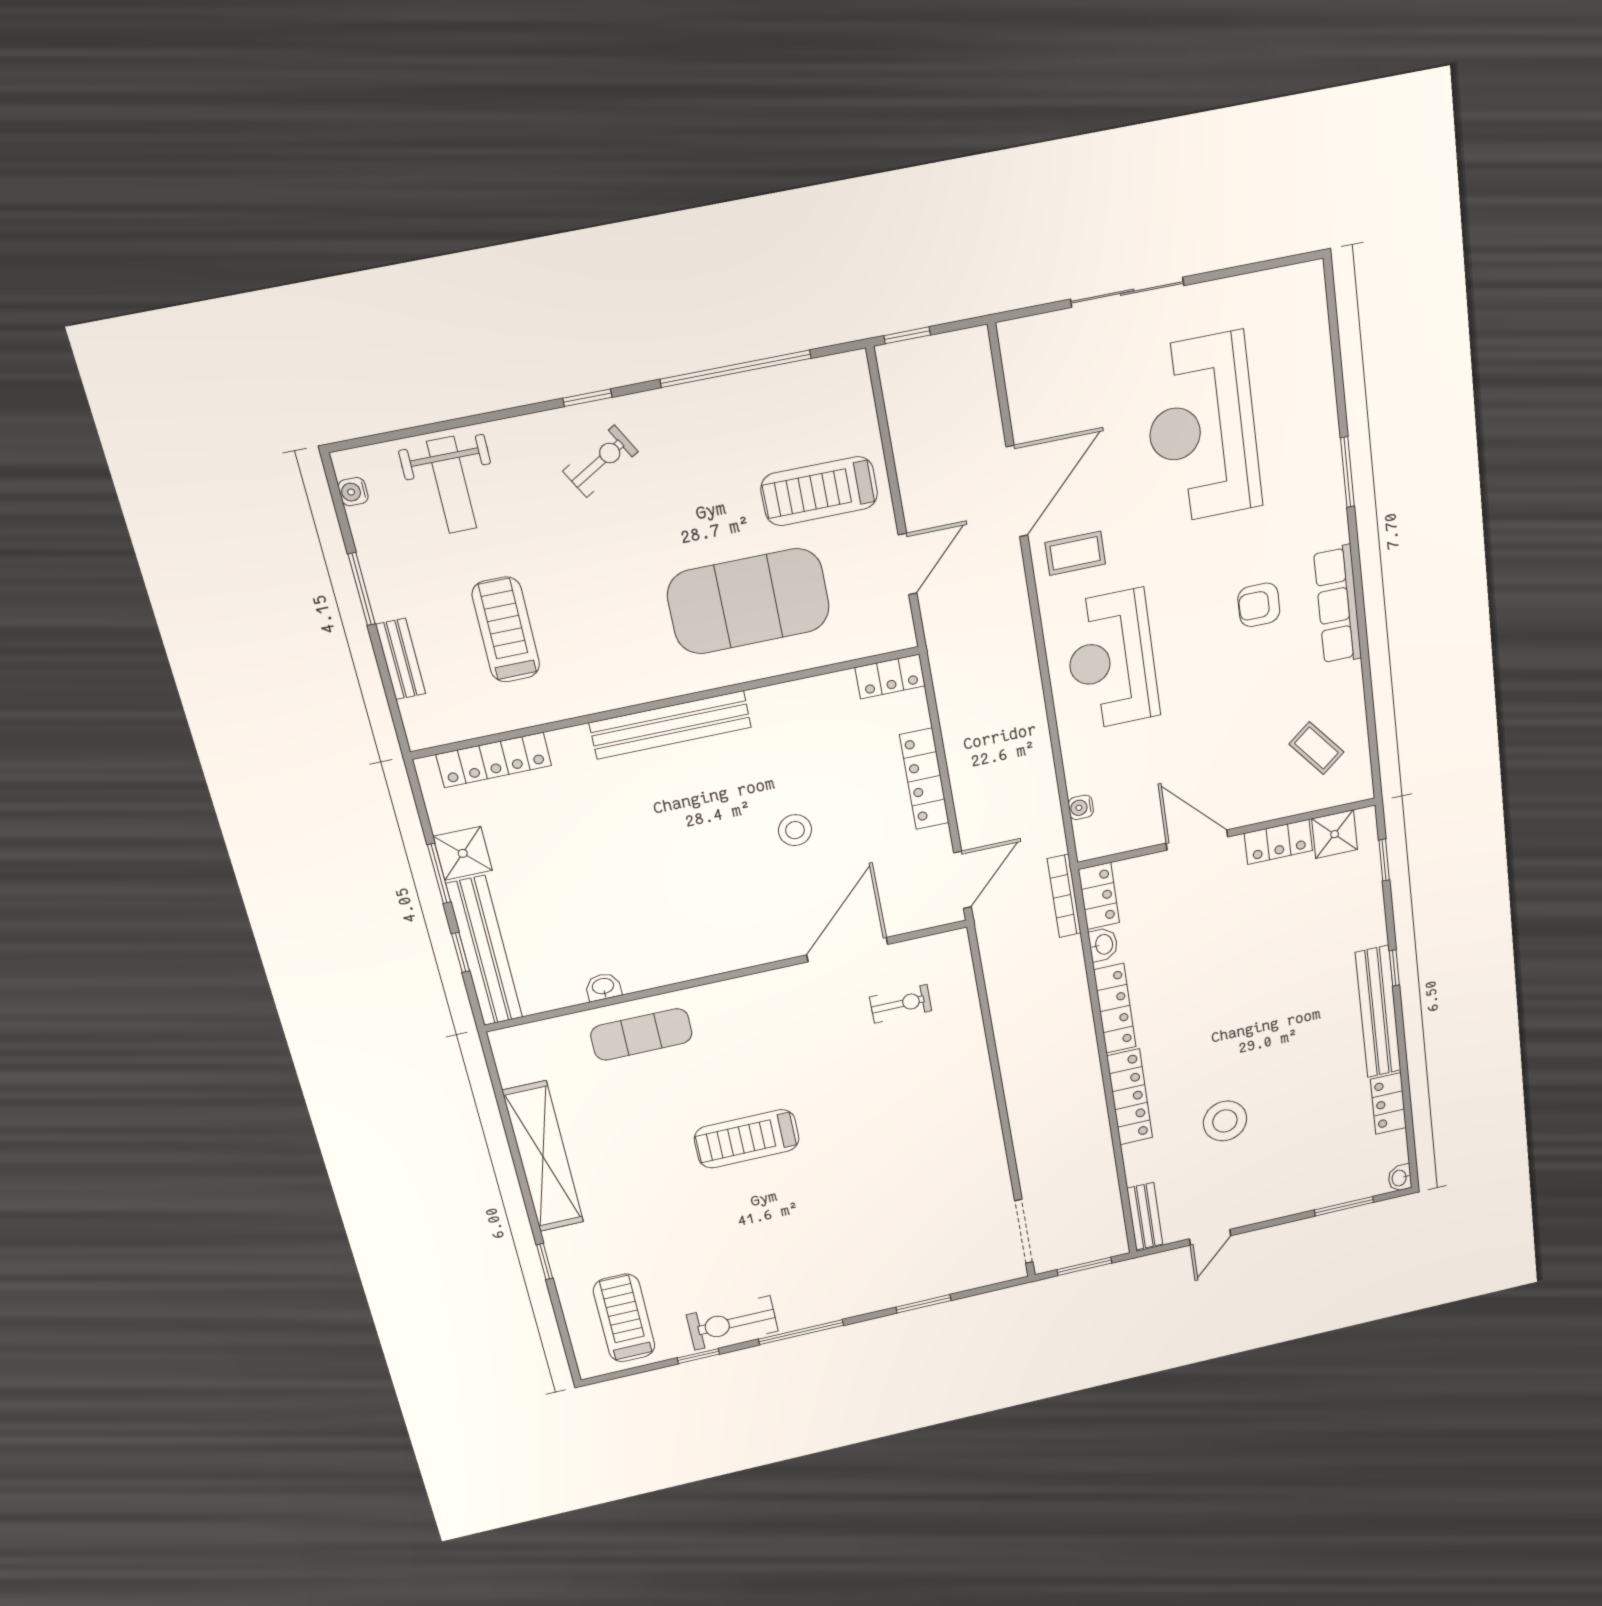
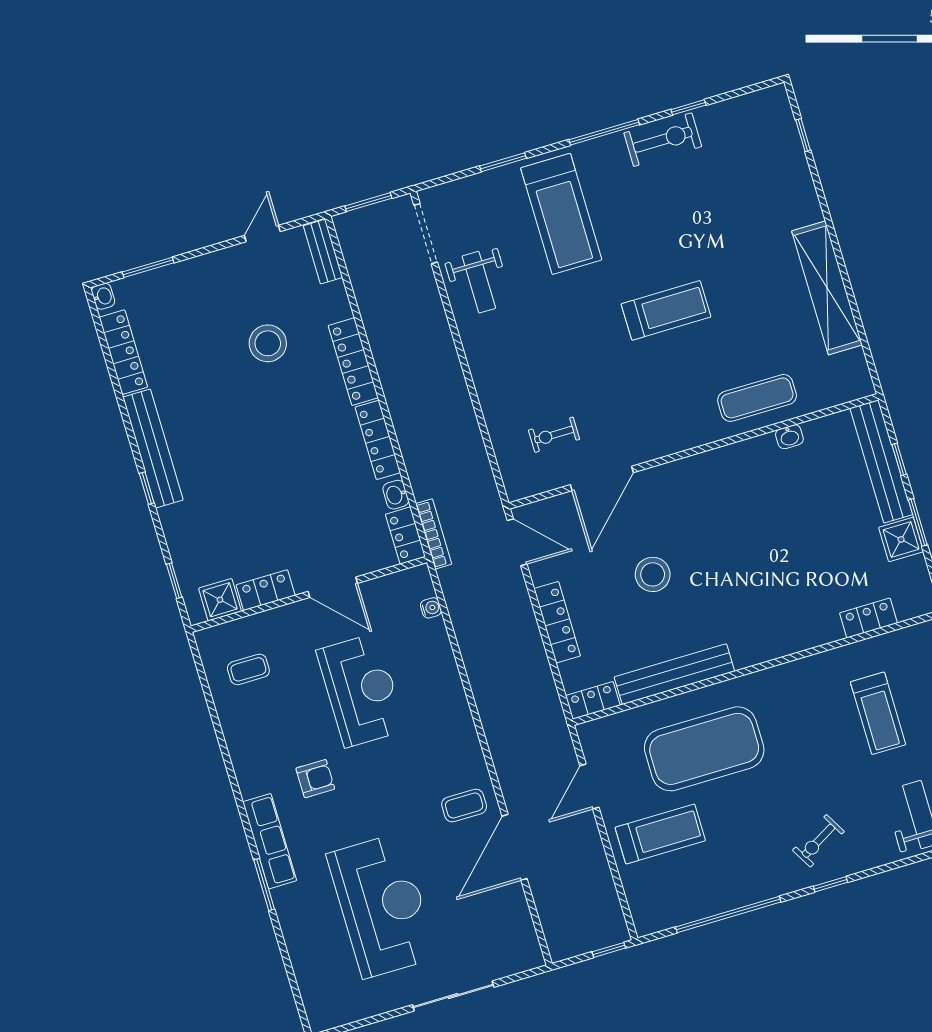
row of seats: (1338, 605) -> (270, 841), moved
reception desk: (1111, 660) -> (361, 690), moved
bench: (670, 725) -> (674, 674), moved
coffee table: (1316, 748) -> (248, 669), turned -51
locker: (494, 760) -> (869, 618), width x0.66
stool: (795, 830) -> (653, 574), width x1.38, depth x1.38
door: (963, 880) -> (517, 542), swing flipped
locker: (1388, 1104) -> (123, 352), width x1.53
weight bench: (969, 1178) -> (479, 282), added
window: (545, 1262) -> (803, 135), moved
treadmill: (624, 1318) -> (561, 214), moved, width x1.37, depth x1.38

